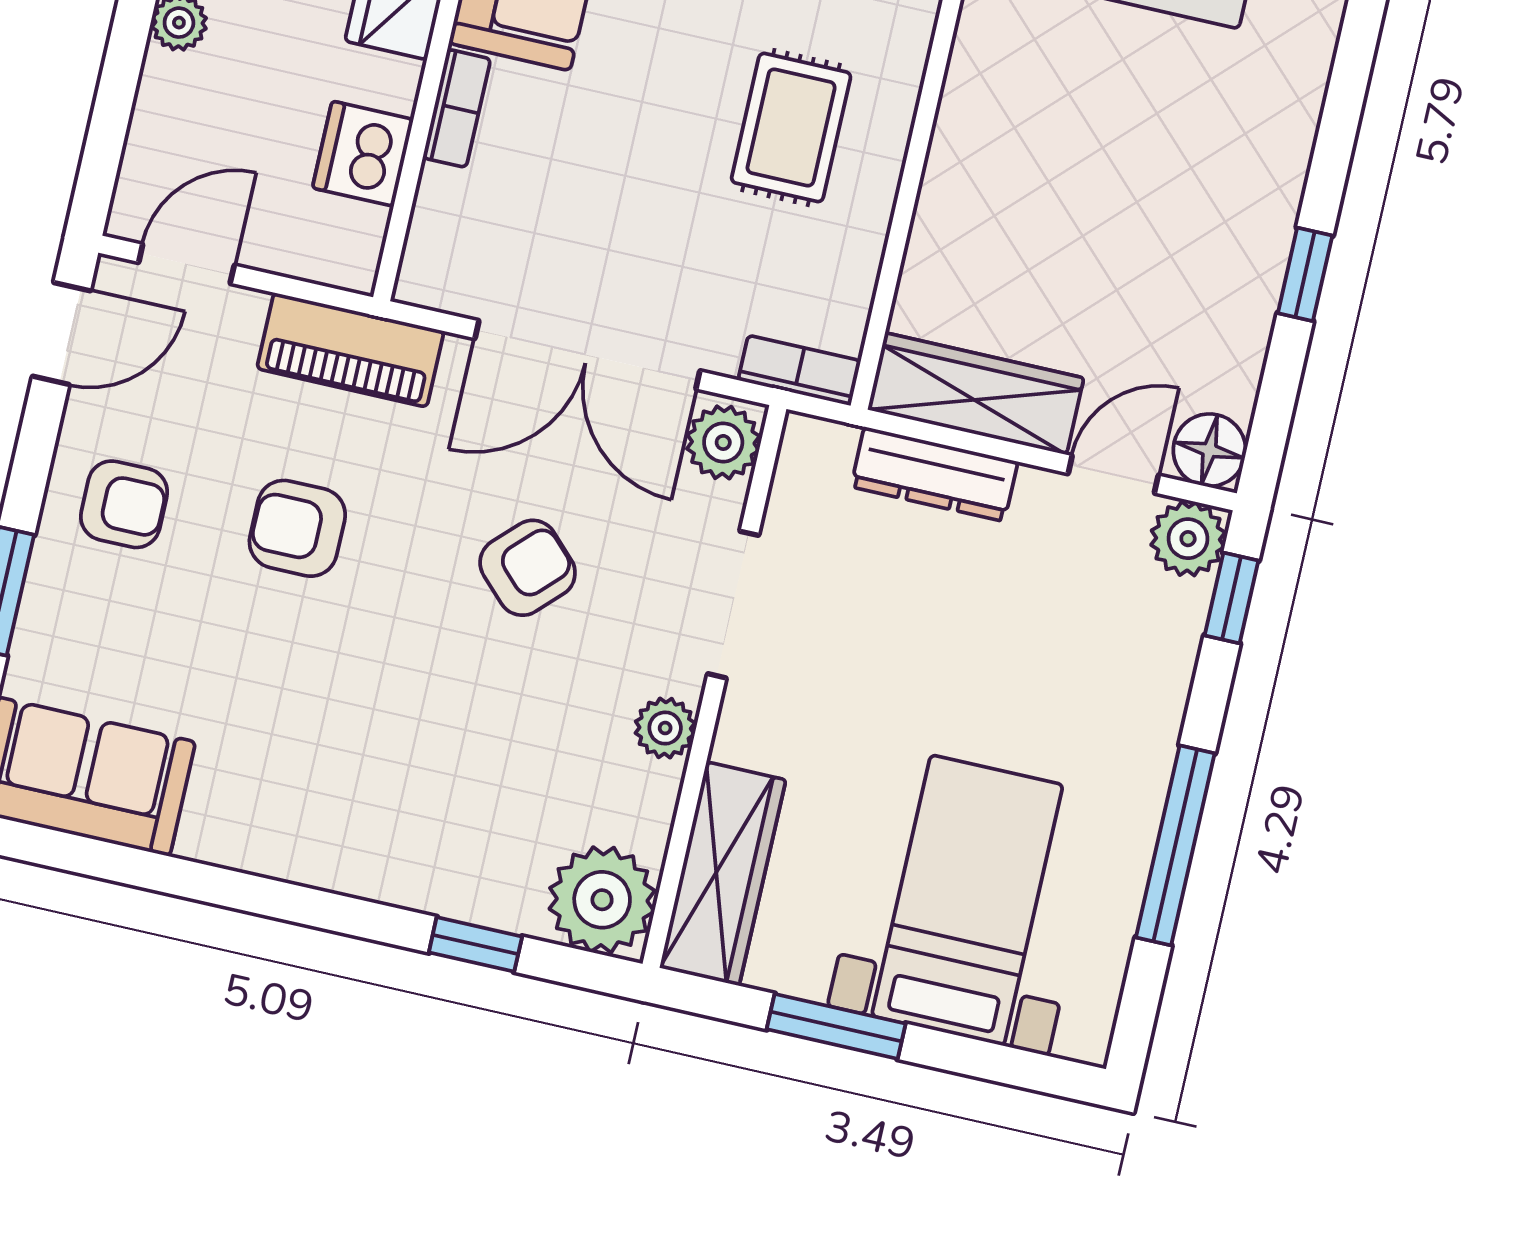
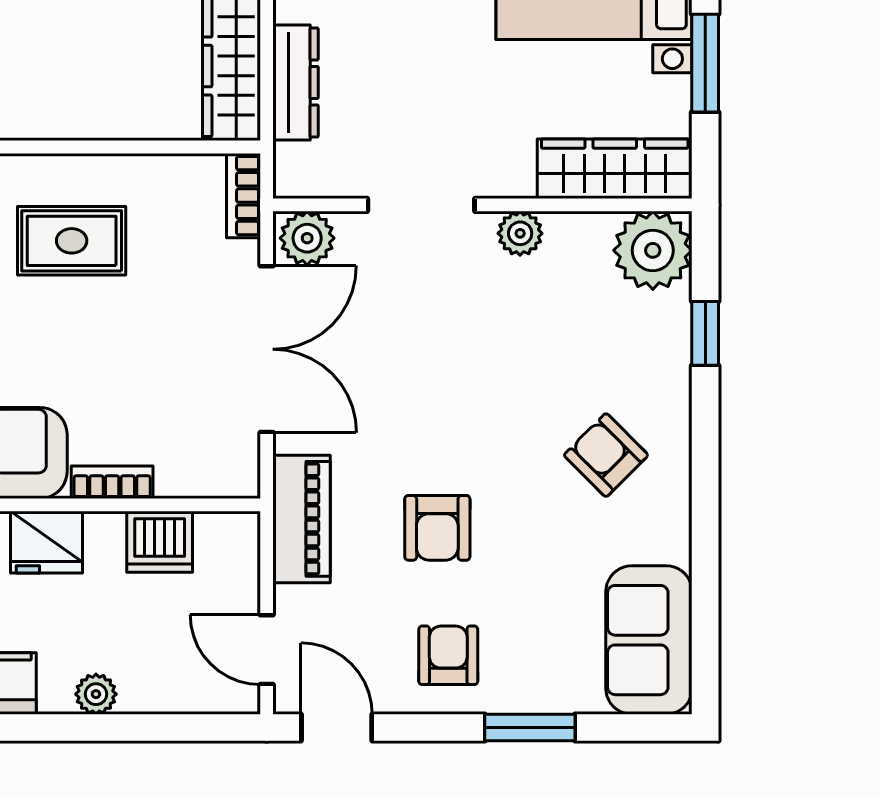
armchair: (528, 568) -> (606, 455), moved

